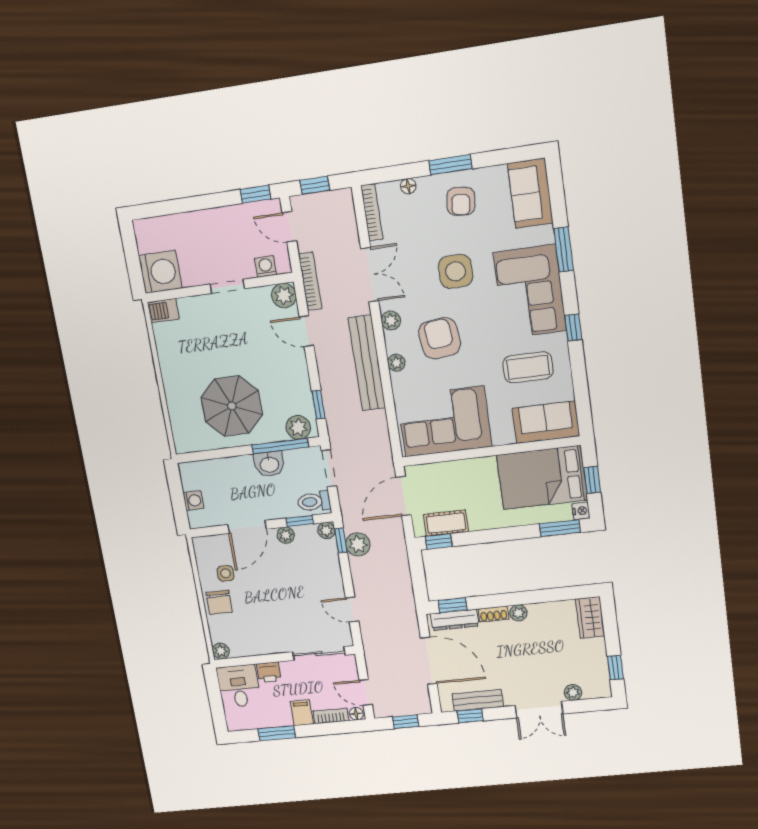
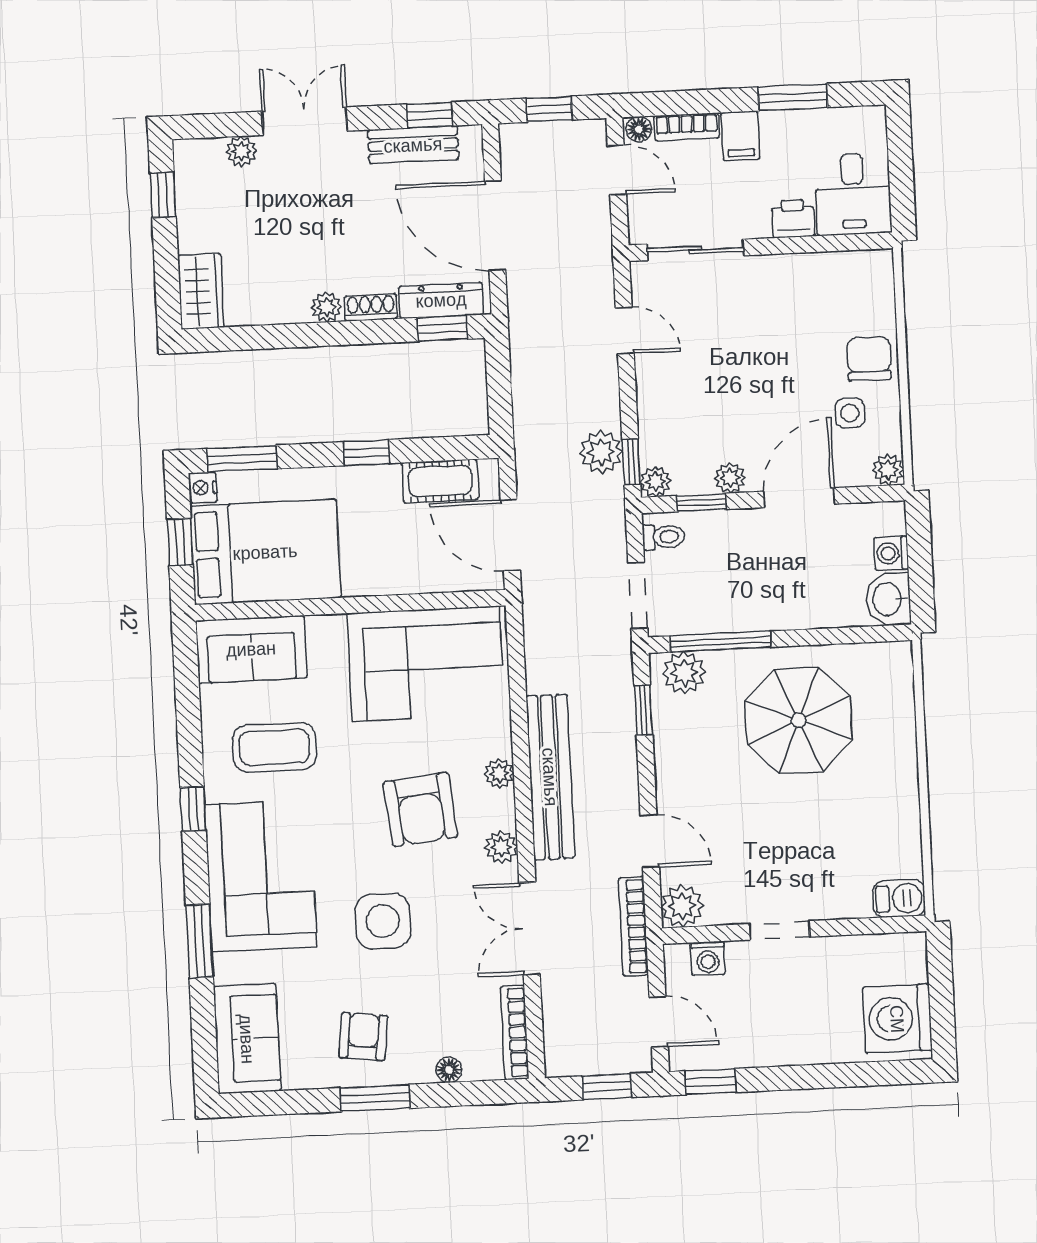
washing machine: (160, 272) -> (897, 1019), moved
washbasin: (269, 464) -> (888, 599), moved, turned -90
door: (404, 496) -> (510, 535), swing flipped
toilet: (314, 502) -> (663, 537), width x0.73, depth x0.72
window: (439, 541) -> (366, 453), moved
plant: (221, 651) -> (888, 470), moved

